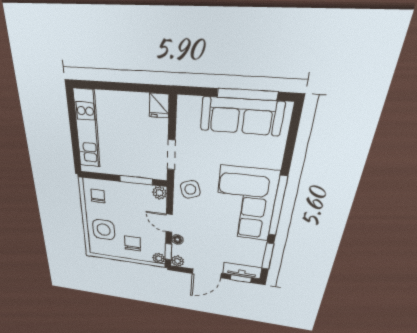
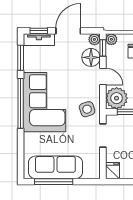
plant: (159, 193) -> (117, 98), width x1.87, depth x1.87
floor lamp: (177, 240) -> (91, 57), width x1.89, depth x1.89

